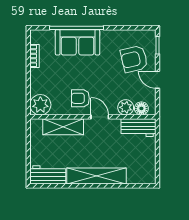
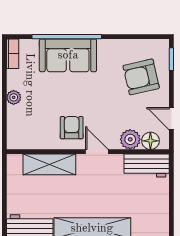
bookcase: (35, 56) -> (13, 54), moved
door: (158, 80) -> (171, 119), moved
armchair: (80, 98) -> (72, 128), turned 90
plant: (40, 105) -> (14, 97), moved, width x0.53, depth x0.53

